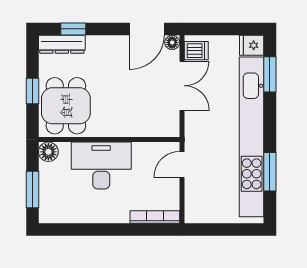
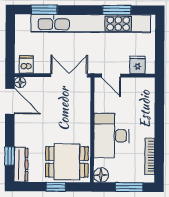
fridge: (252, 45) -> (138, 65), moved, turned 180
double door: (182, 86) -> (69, 75), moved
bookcase: (155, 217) -> (150, 156), moved

